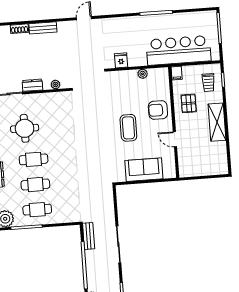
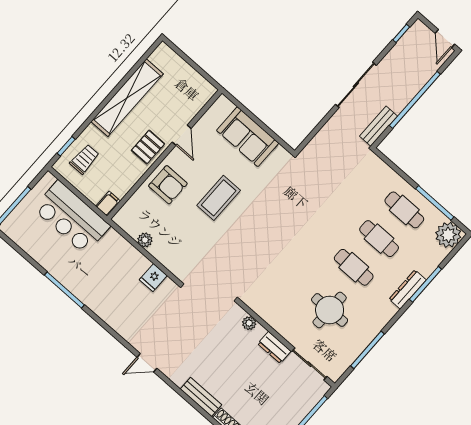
bar counter: (179, 50) -> (72, 217), width x0.73
pallet: (189, 103) -> (148, 147), moved
shelving: (217, 122) -> (127, 98), width x1.47

